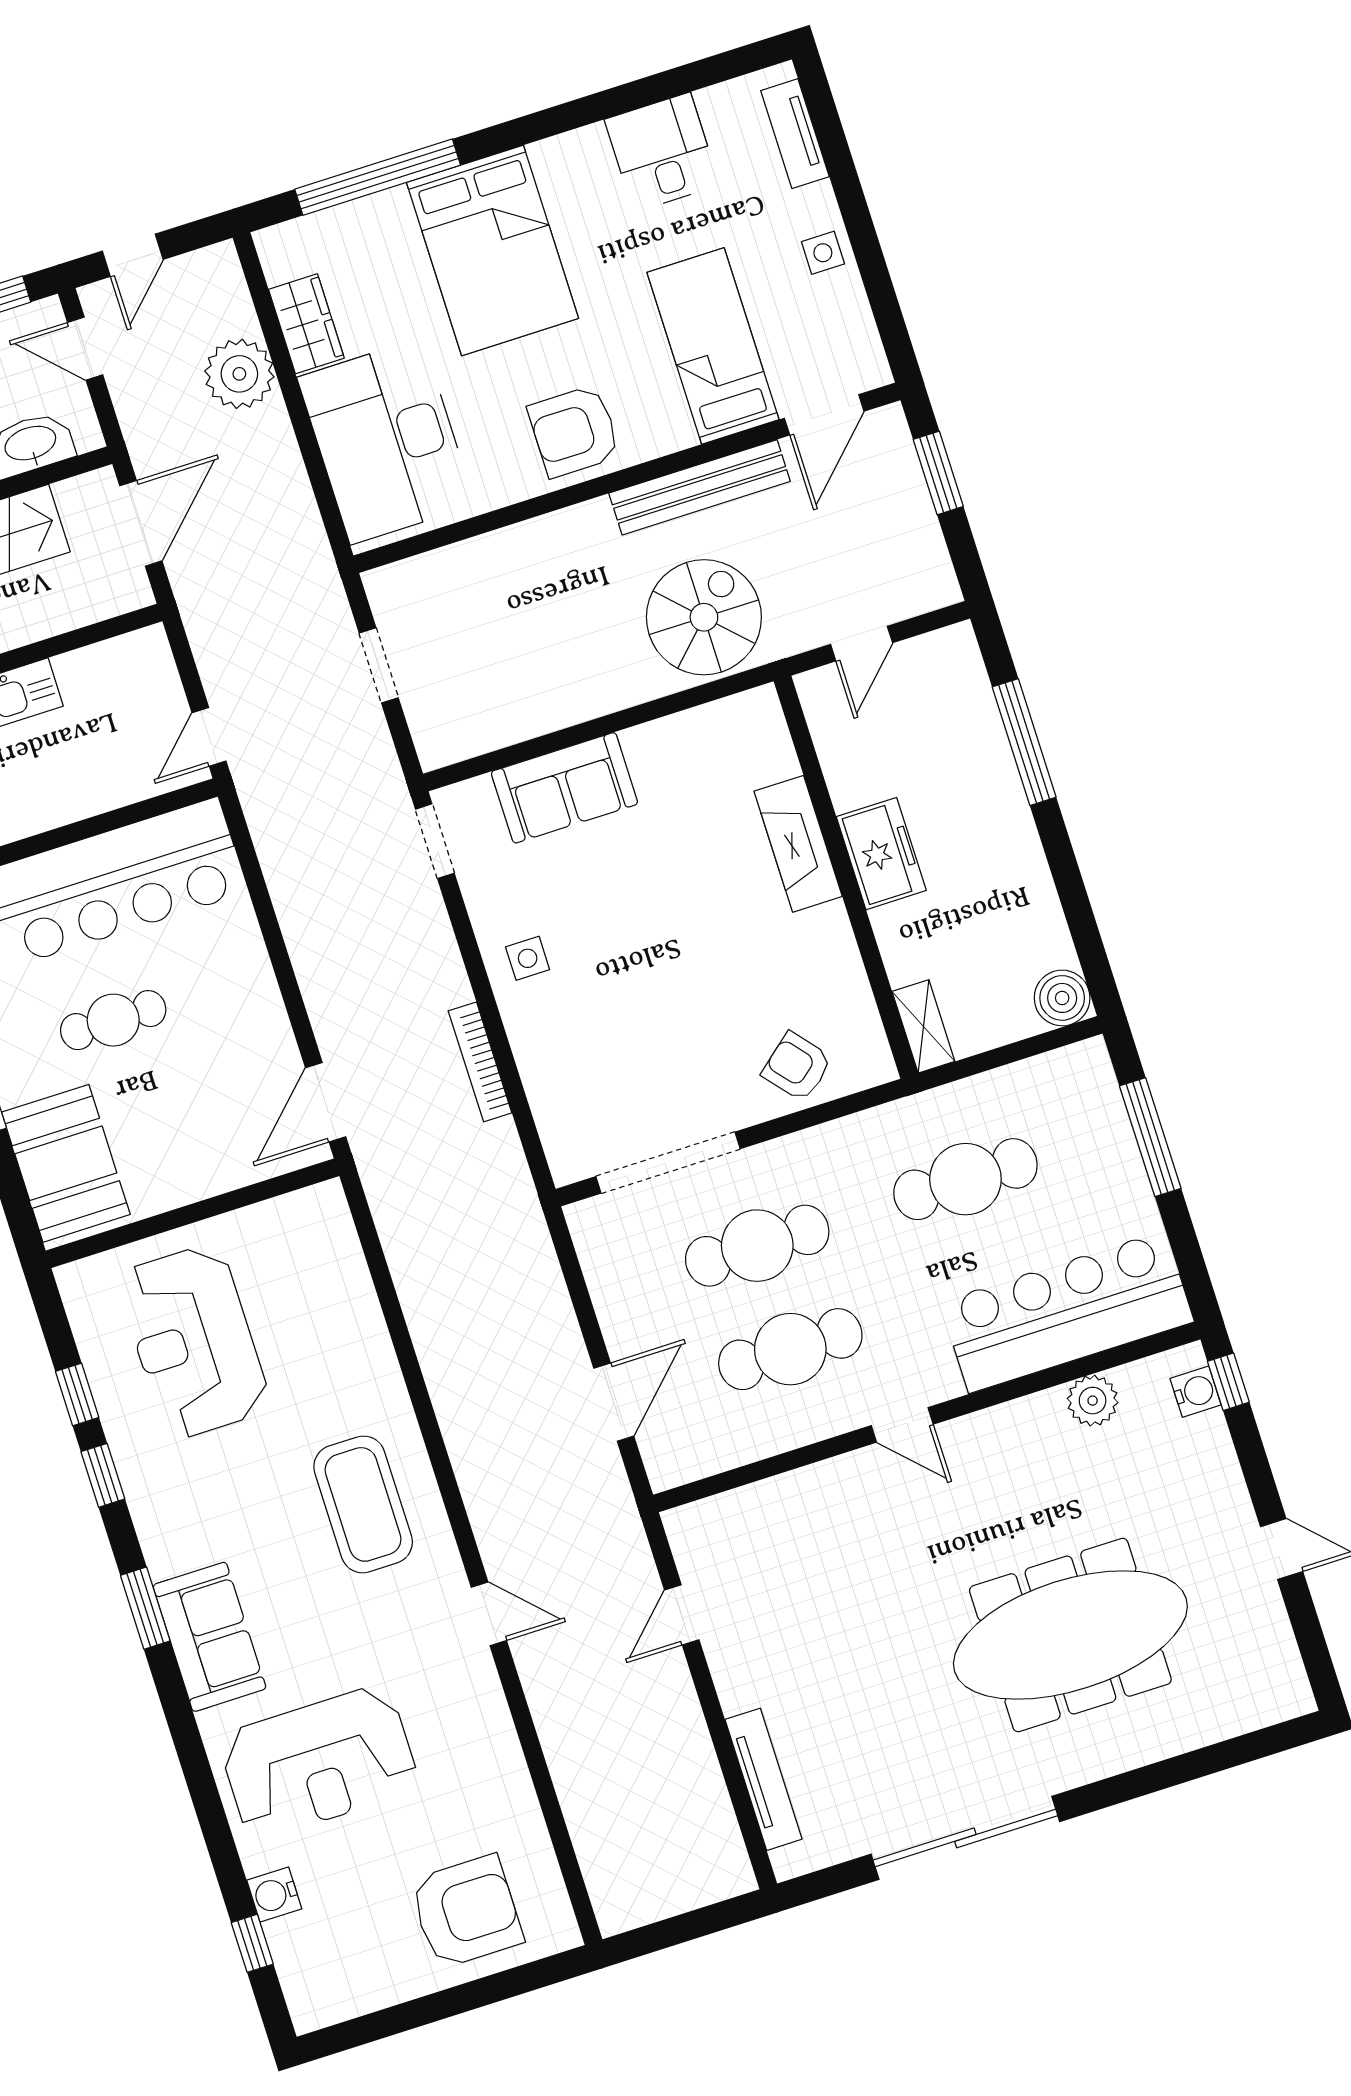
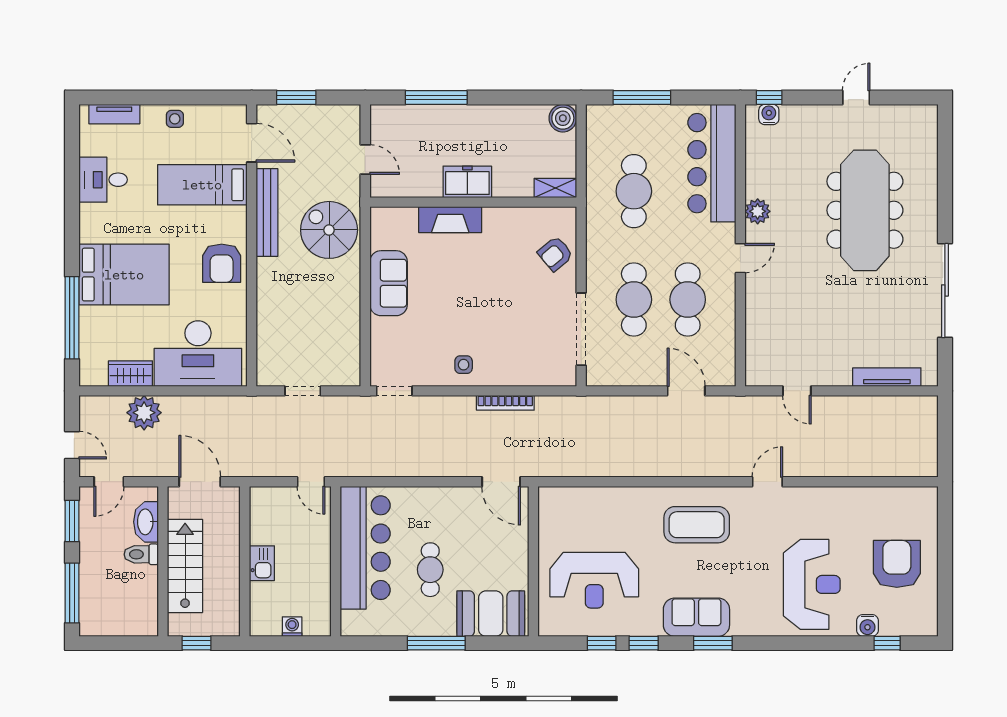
sofa: (564, 788) -> (389, 283), moved
plant: (1093, 1401) -> (758, 211), moved
sofa: (209, 1637) -> (696, 617), moved
armchair: (466, 1912) -> (897, 564), moved

